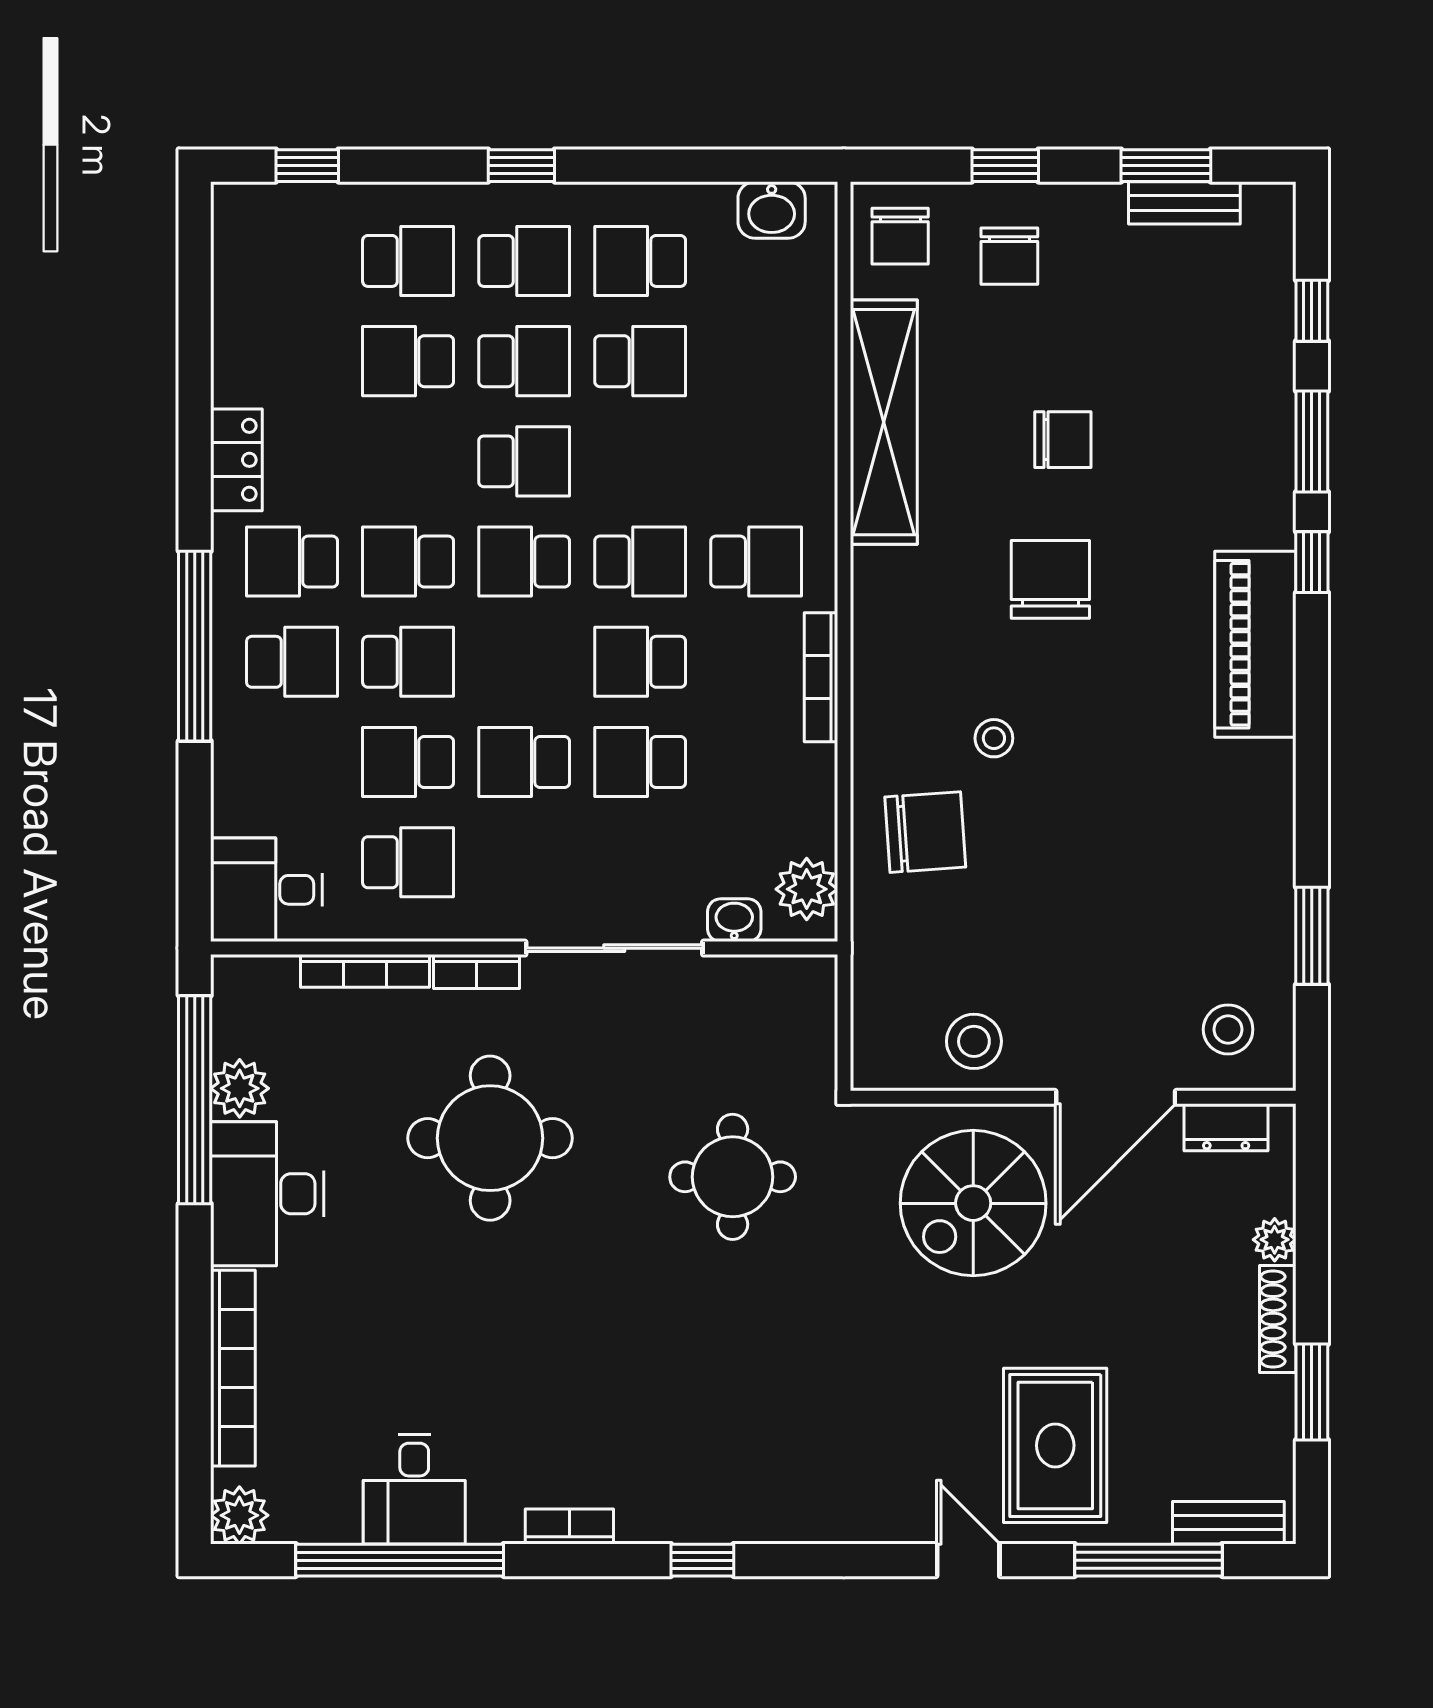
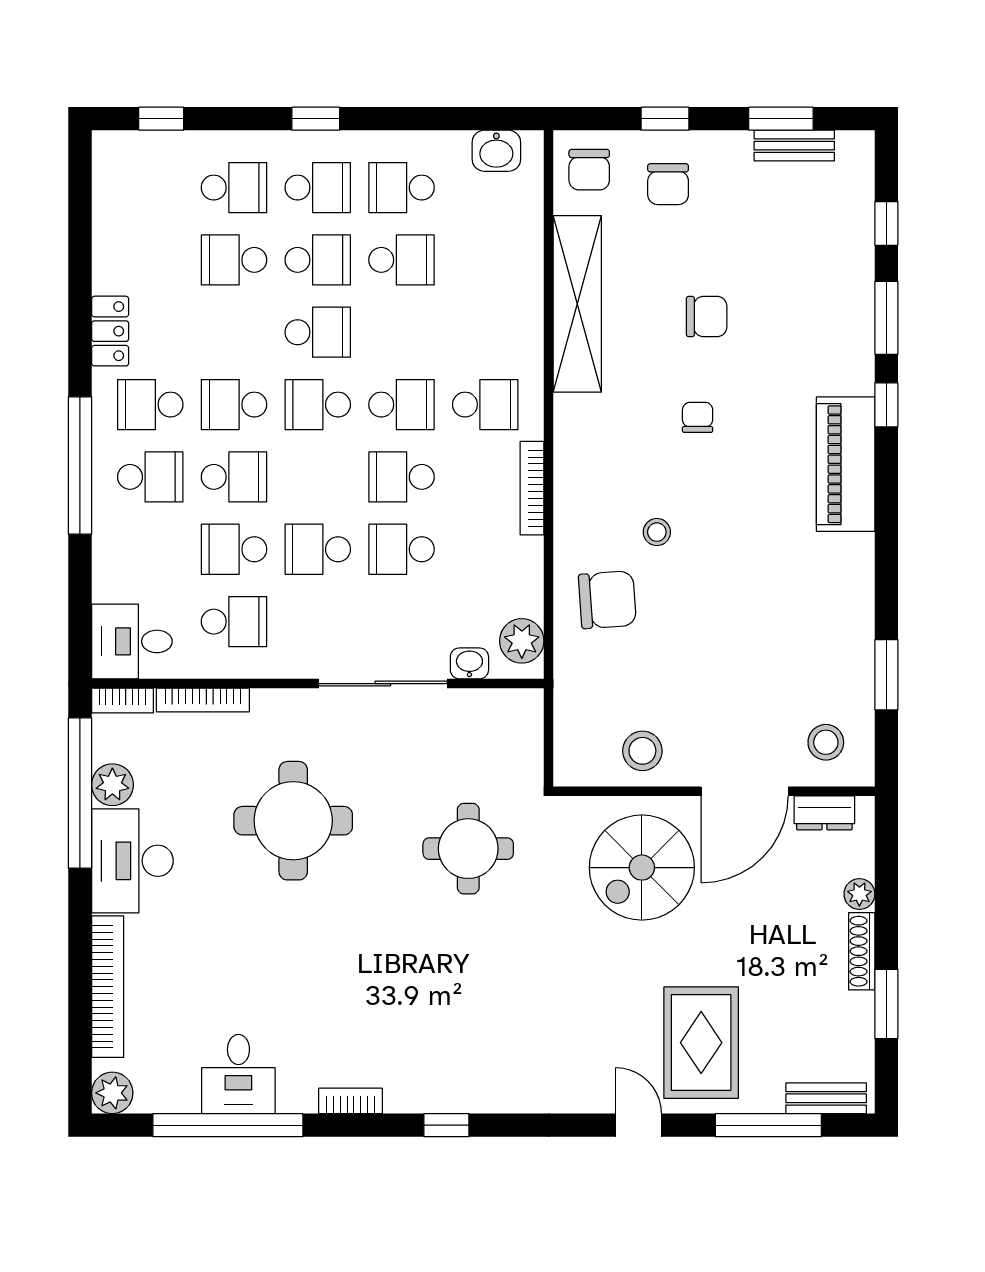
chair: (1050, 579) -> (698, 417), width x0.54, depth x0.54
bookcase: (476, 972) -> (122, 701), moved

